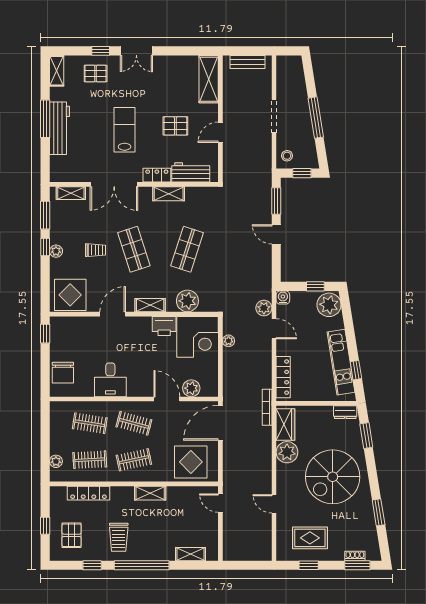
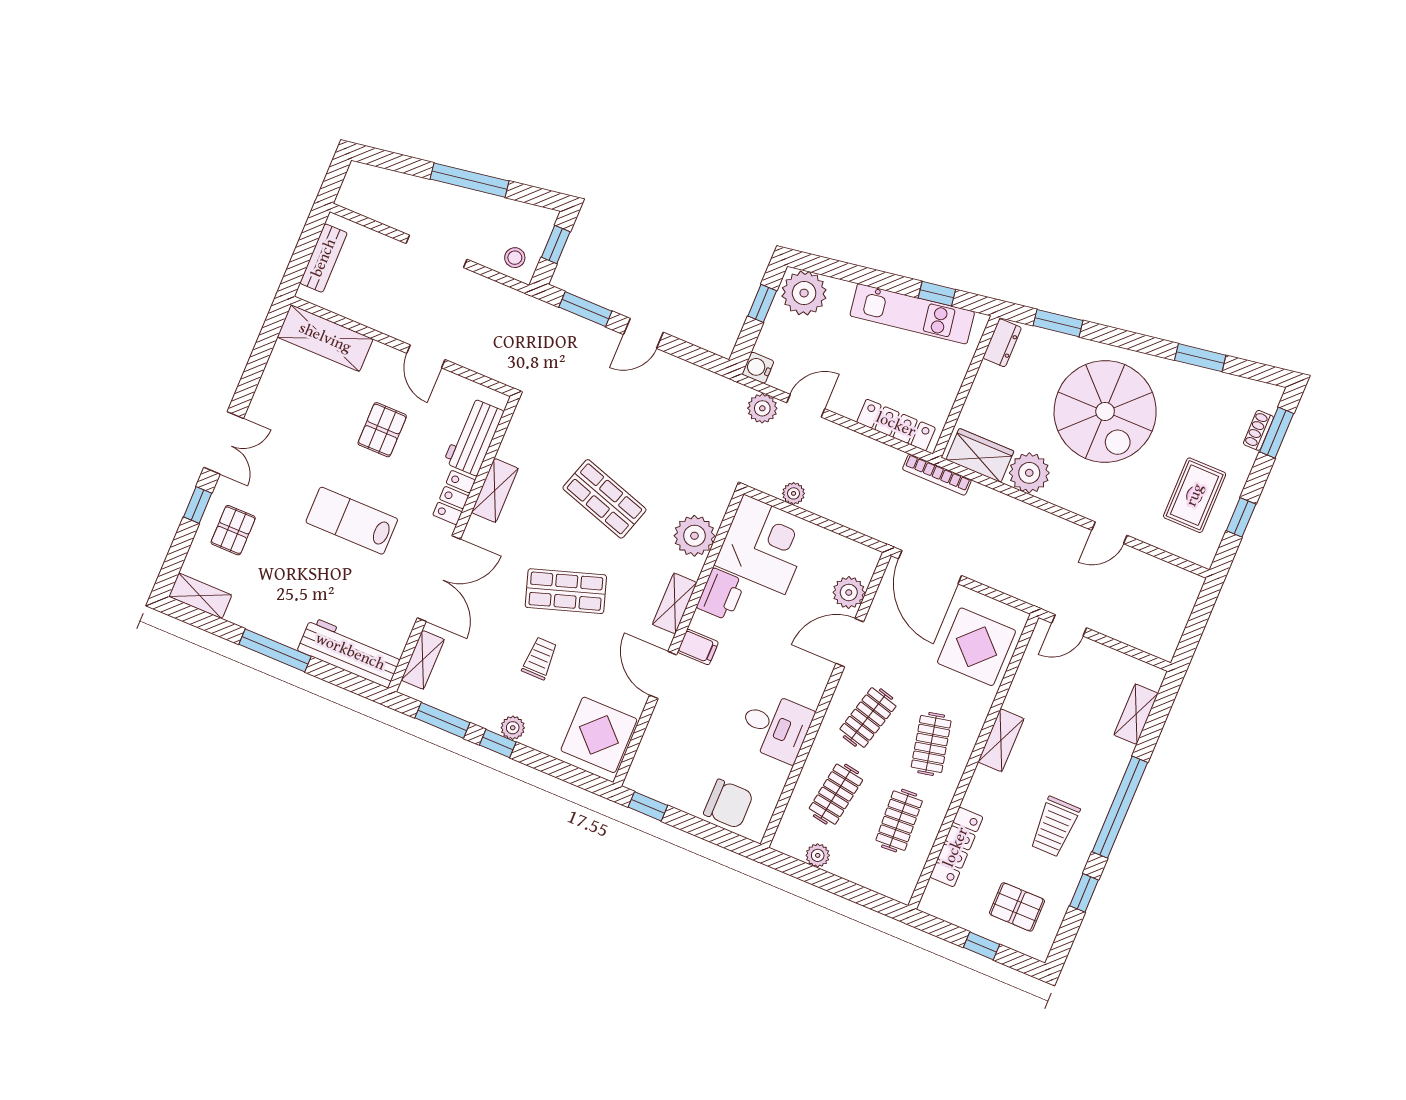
workbench: (60, 128) -> (350, 652), moved
filing cabinet: (134, 325) -> (698, 647), added
plant: (56, 461) -> (818, 855), moved
trolley: (119, 537) -> (1055, 827), turned 90

